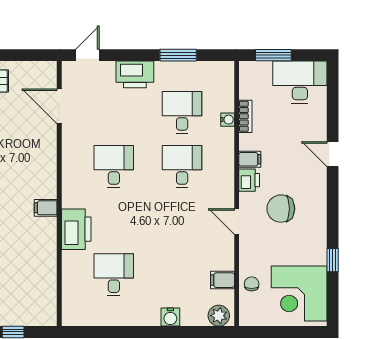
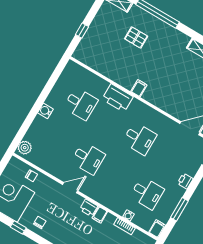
printer: (135, 74) -> (185, 181), width x0.53, depth x0.68
desk: (182, 167) -> (88, 158), moved
chair: (281, 209) -> (40, 222), moved, width x0.54, depth x0.54
filing cabinet: (222, 280) -> (157, 229), moved
water cooler: (170, 317) -> (45, 111), moved

